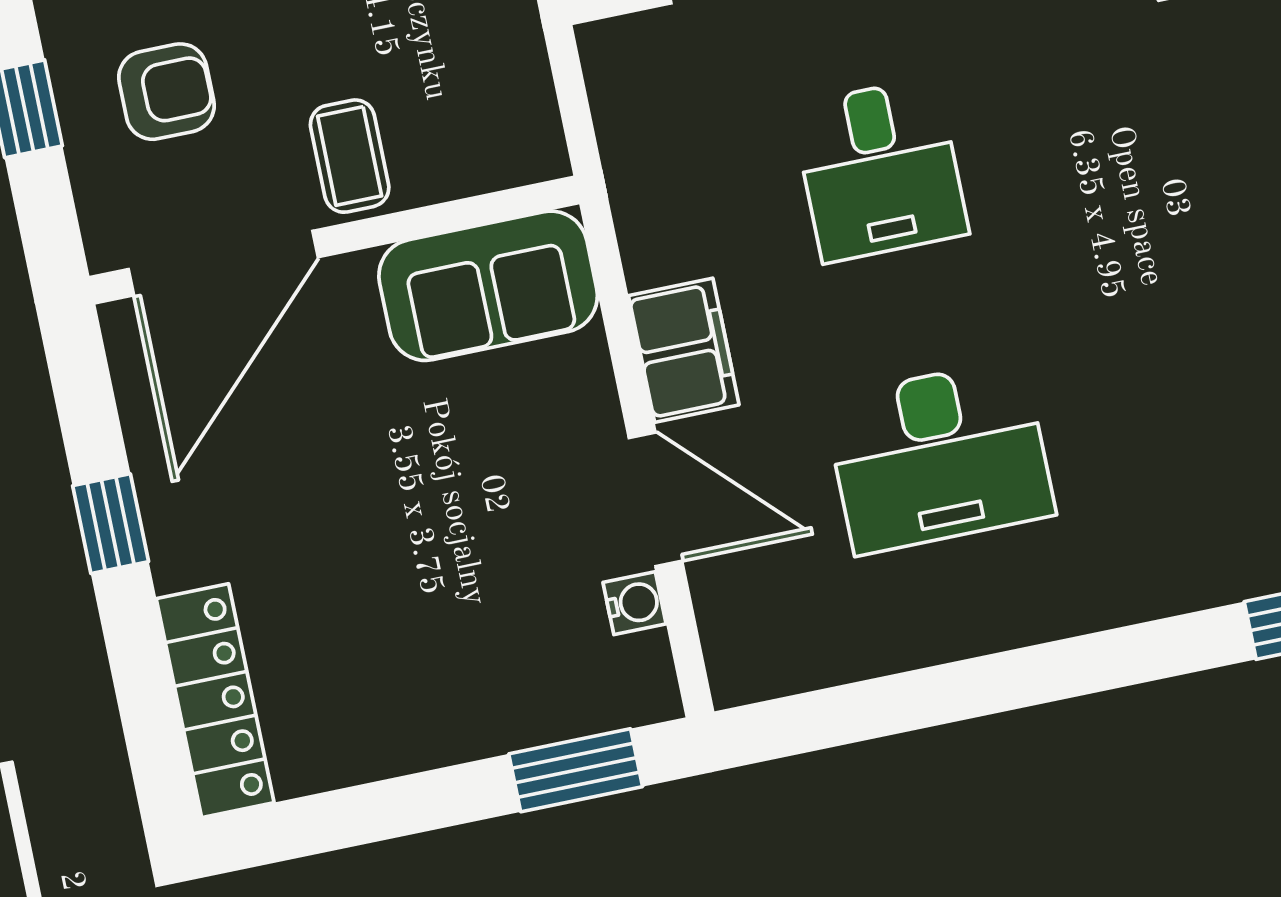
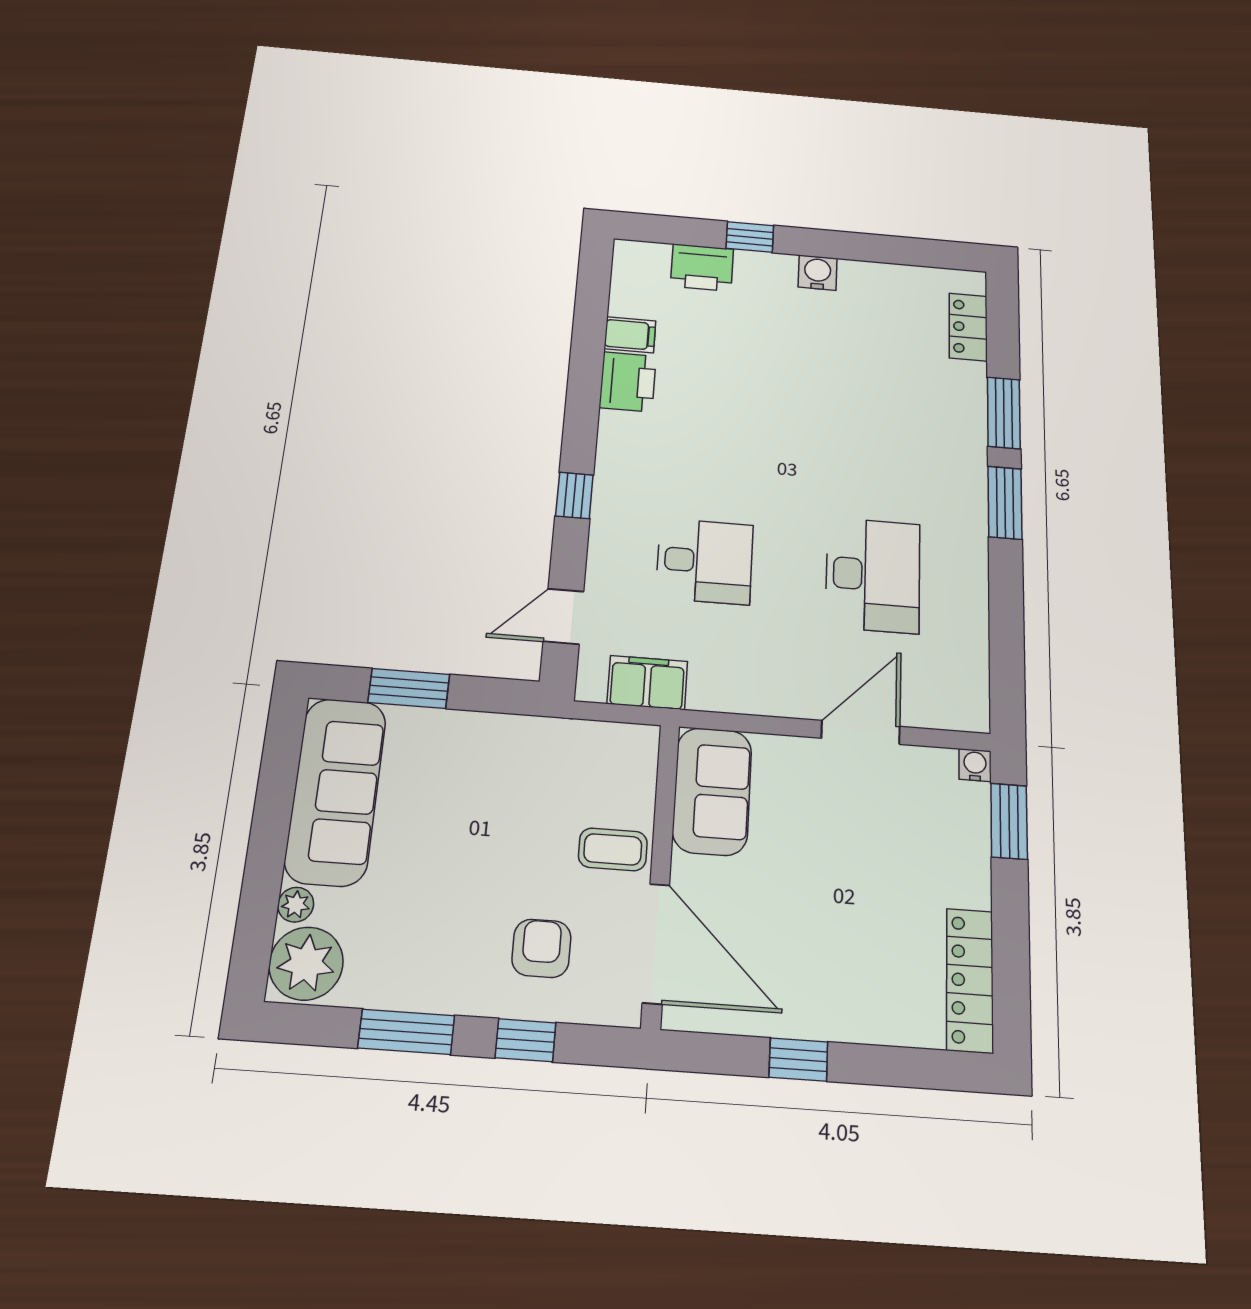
filing cabinet: (684, 350) -> (647, 683), moved
water cooler: (635, 603) -> (975, 765), moved
window: (1143, 653) -> (1005, 503), added
locker: (215, 701) -> (970, 980), moved, turned -90

